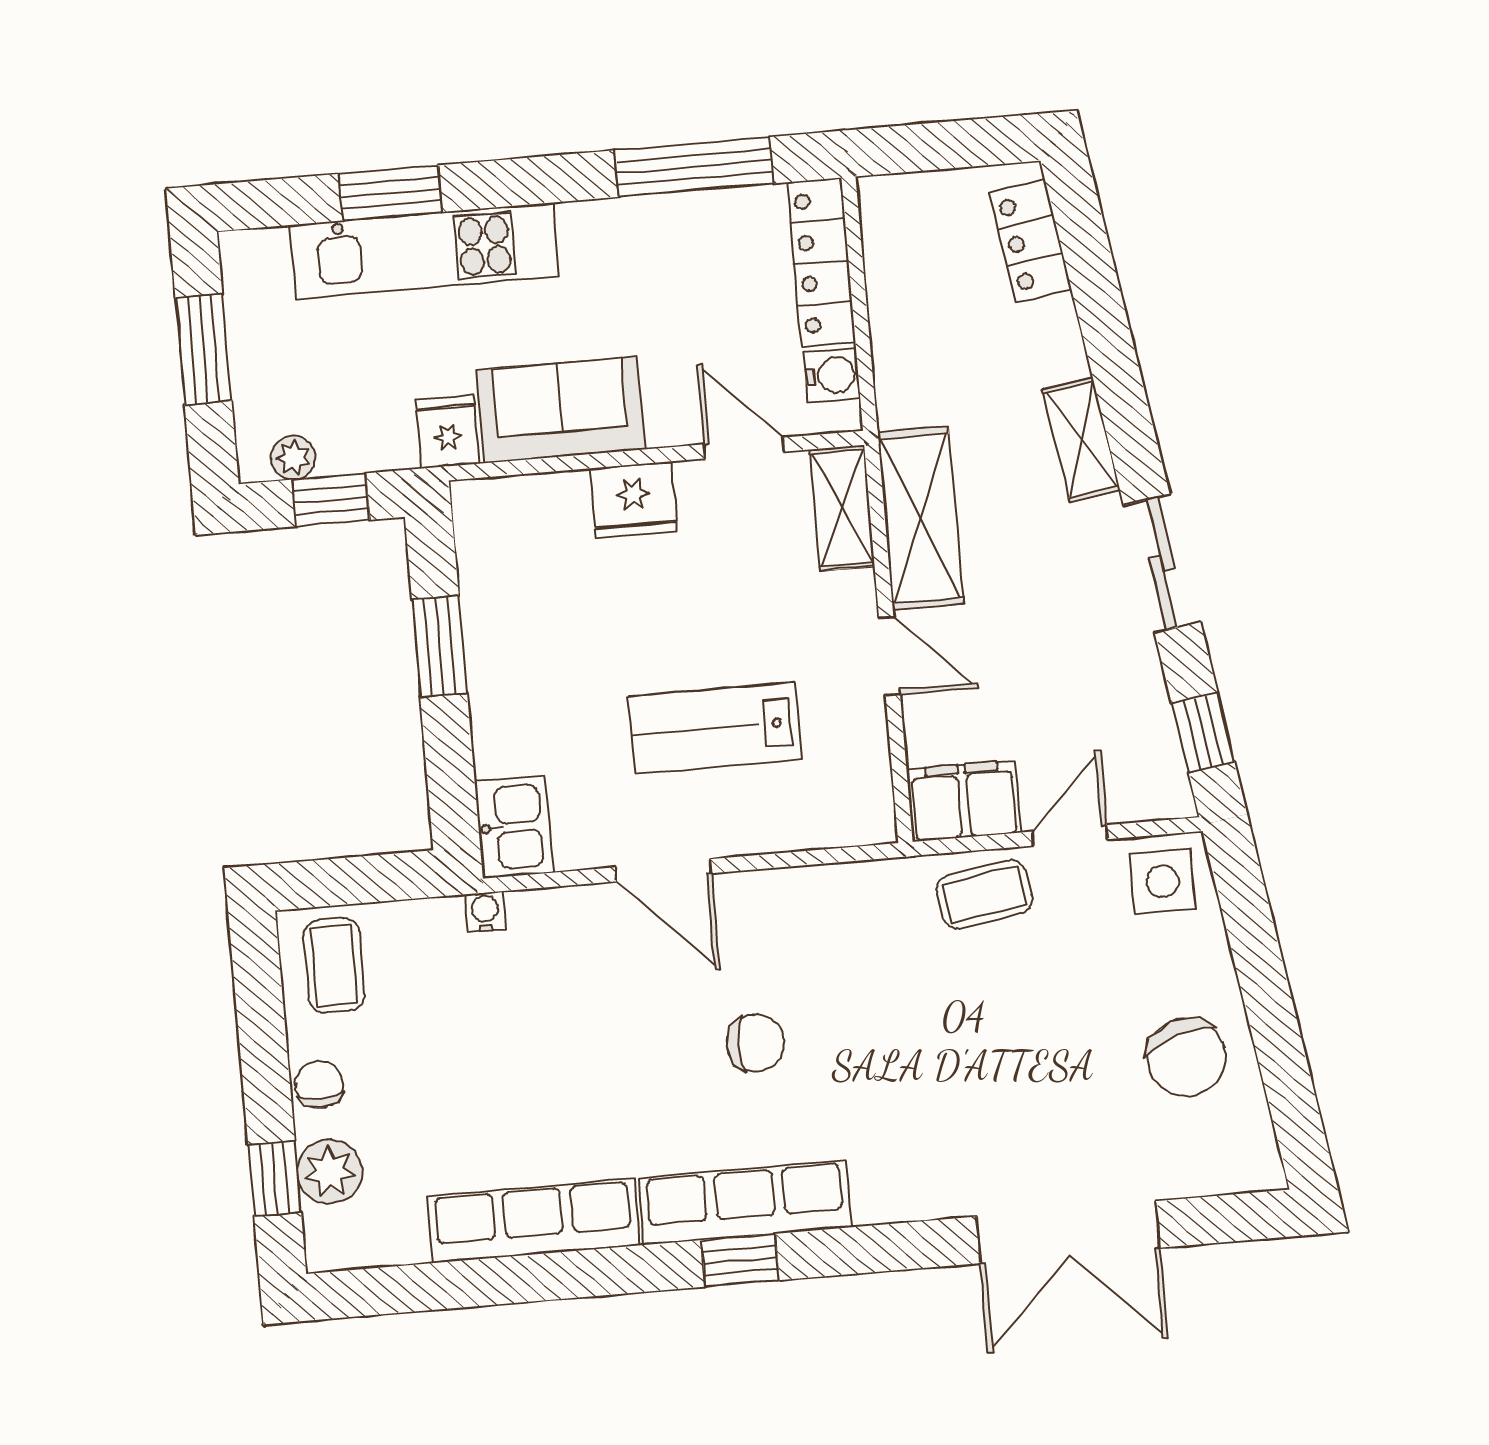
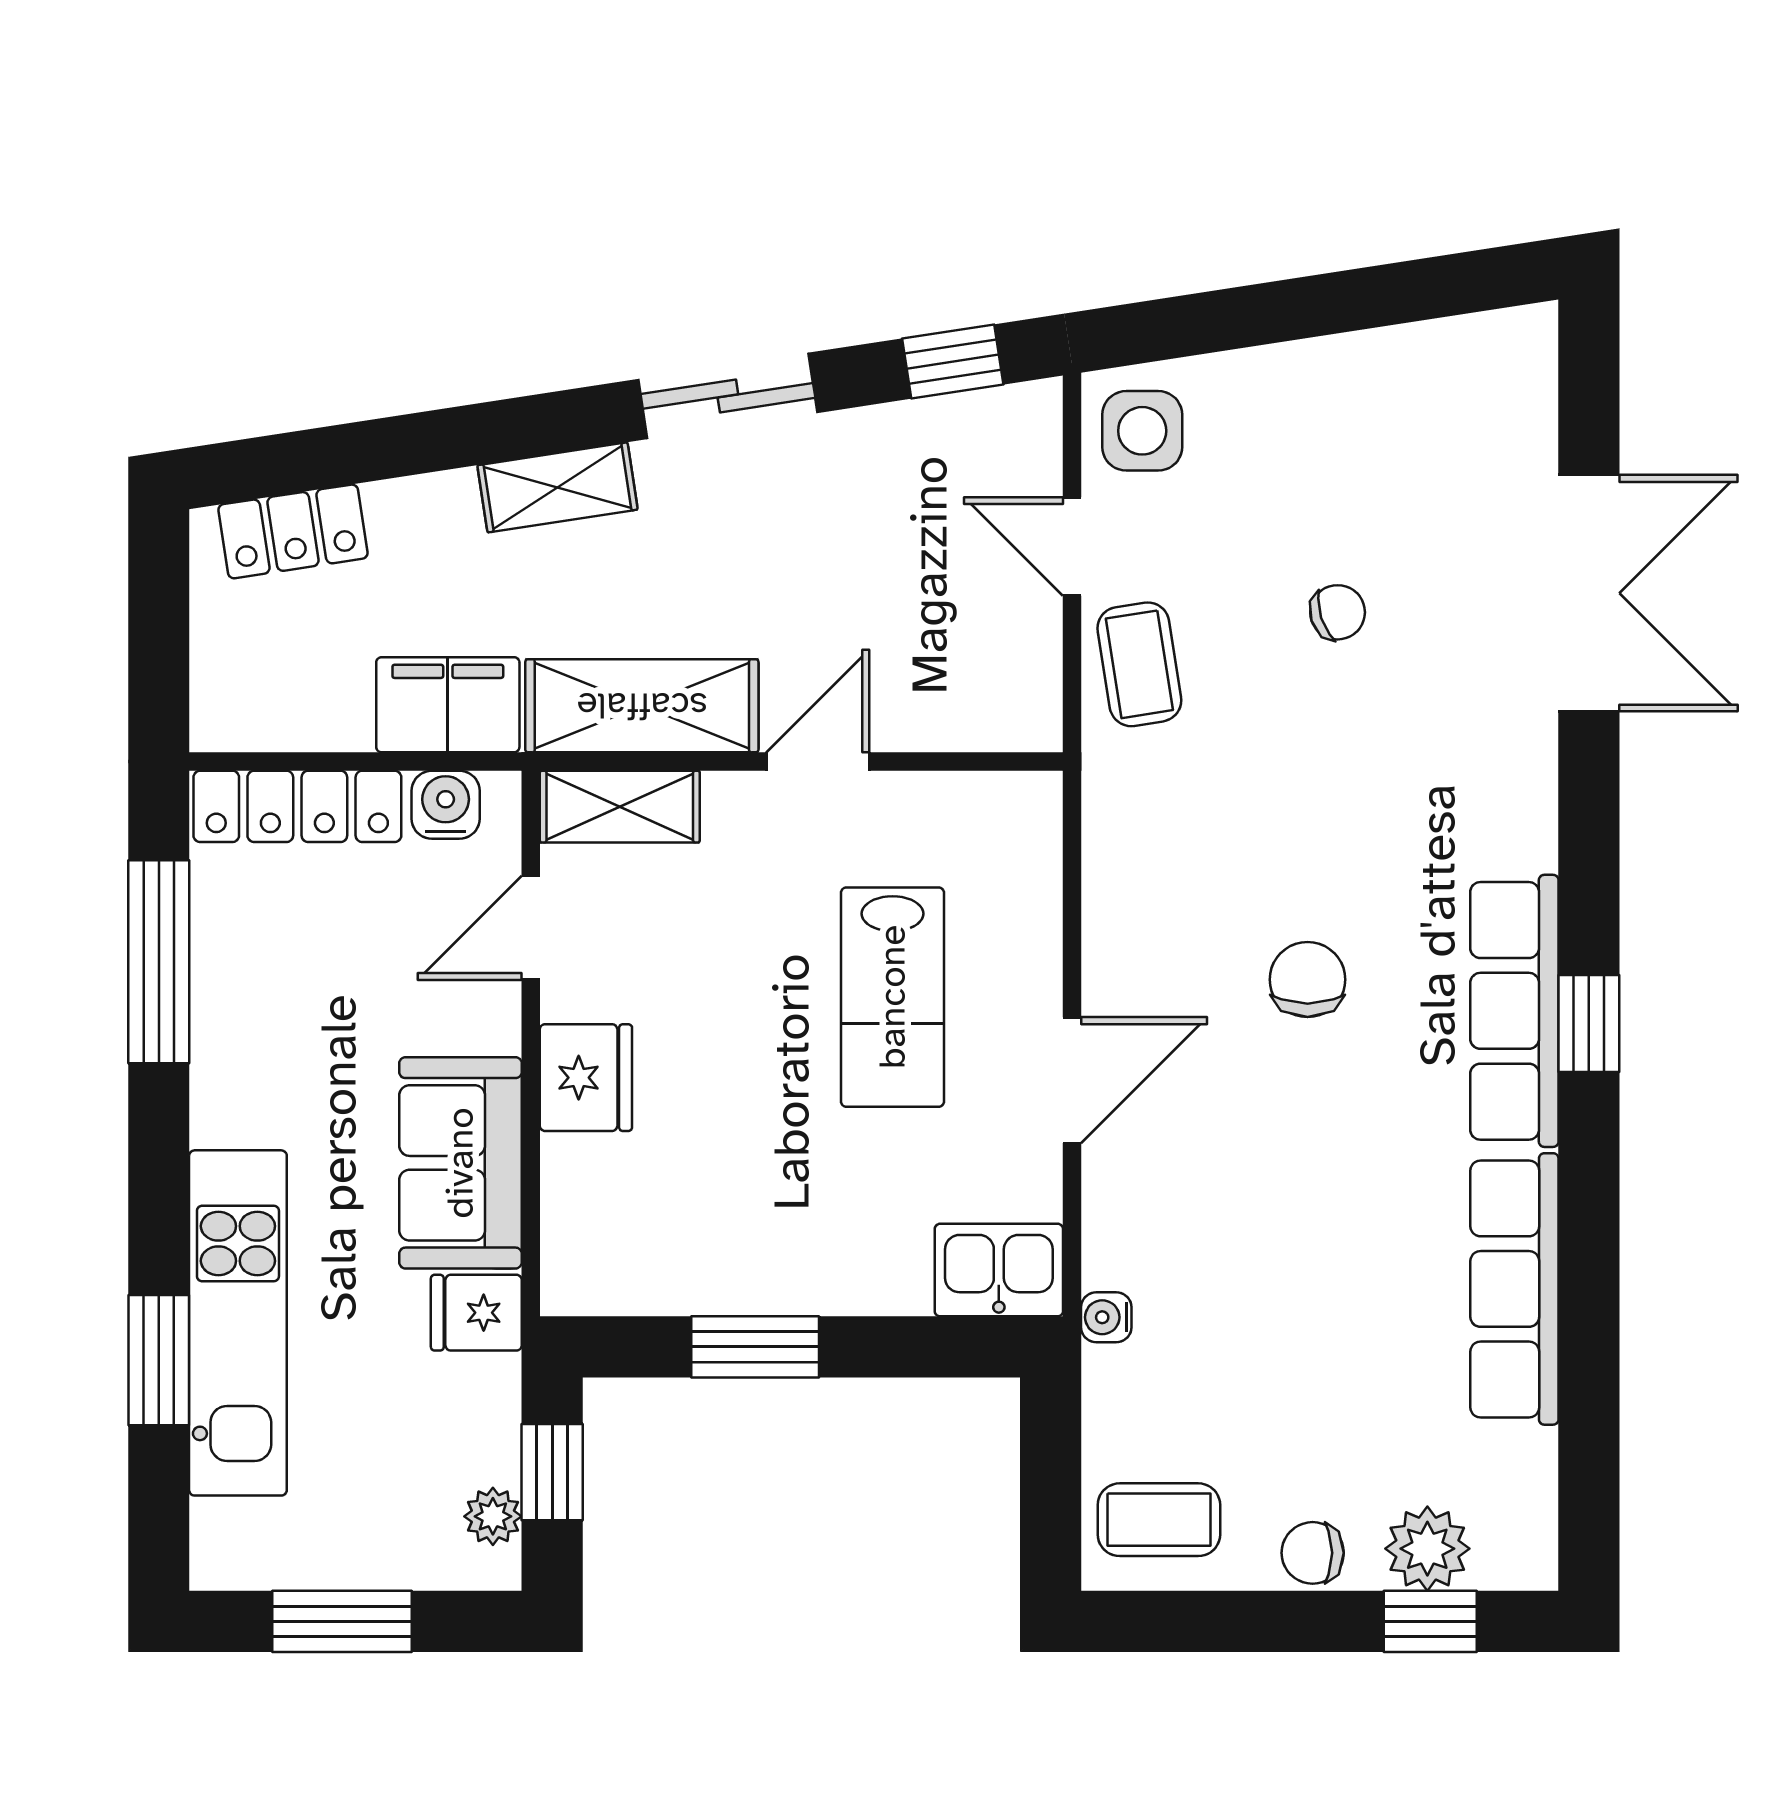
filing cabinet: (964, 801) -> (448, 705), moved, turned 90
chair: (1186, 1057) -> (1338, 612), moved, width x0.54, depth x0.54

